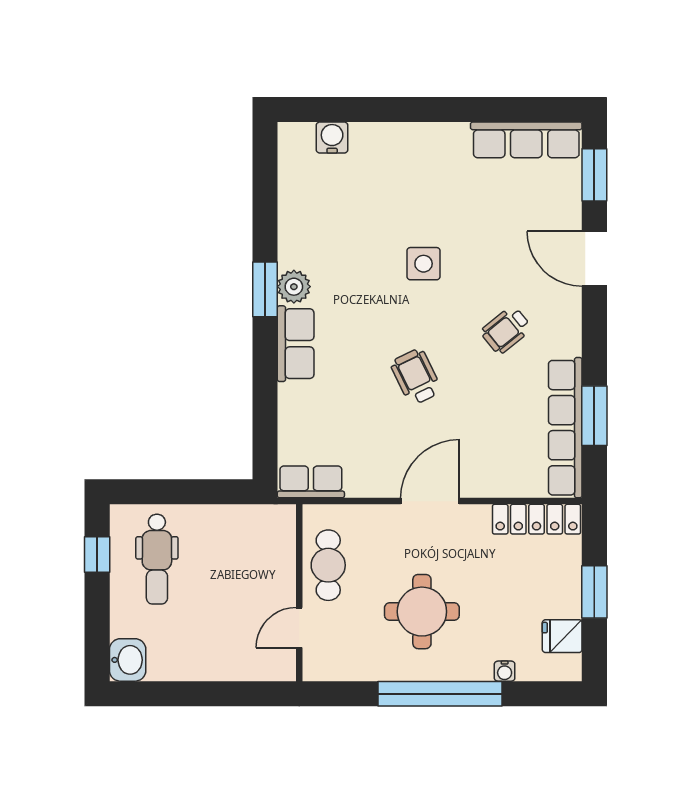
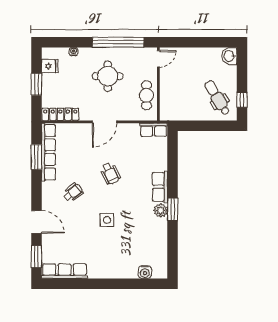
dental chair: (157, 559) -> (217, 98), turned -31
door: (299, 628) -> (158, 59), moved
window: (440, 694) -> (118, 42), moved

